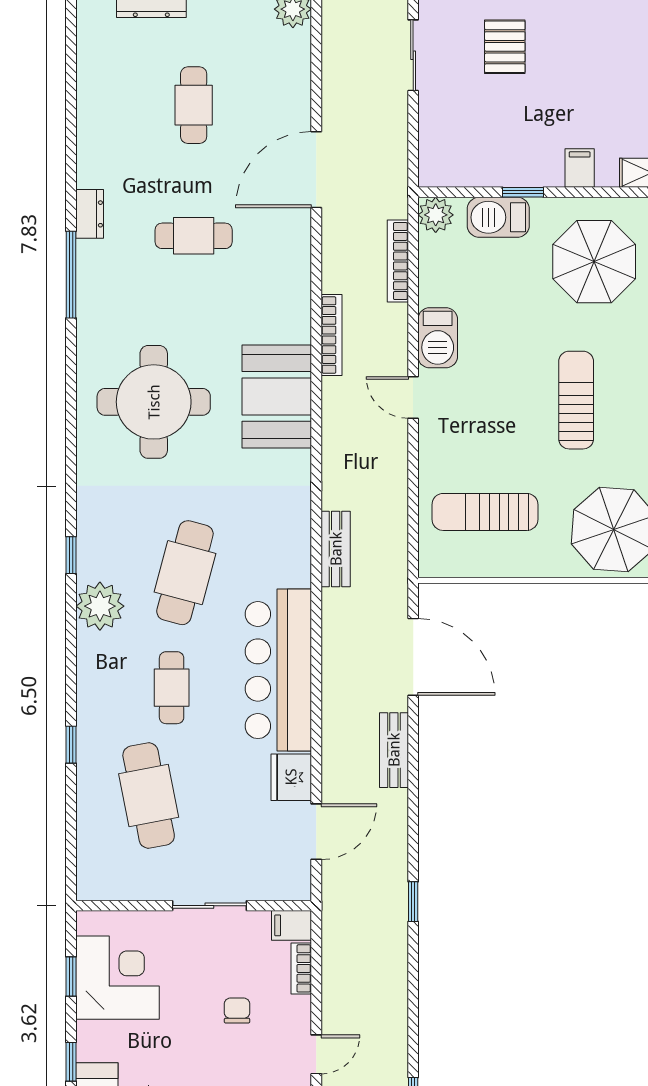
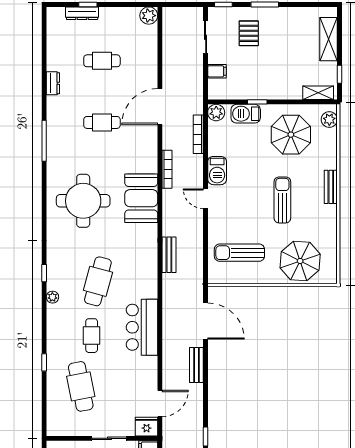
cafe table: (194, 105) -> (102, 61), turned 90
filing cabinet: (580, 168) -> (217, 71), moved, turned 90
door: (316, 170) -> (160, 107), moved
dresser: (90, 214) -> (53, 83), moved
bench: (336, 549) -> (169, 255), moved
plant: (100, 606) -> (52, 297), width x0.53, depth x0.53
bar counter: (278, 670) -> (142, 327), width x0.73
fridge: (291, 777) -> (147, 427), moved, turned 90

